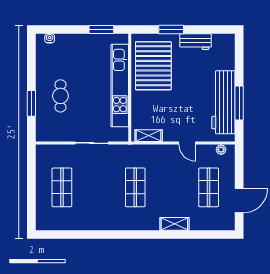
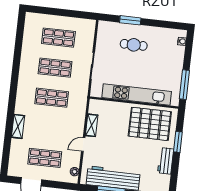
window: (101, 29) -> (184, 85), width x1.44
shelving: (149, 136) -> (92, 125), moved
shop shelf: (99, 187) -> (55, 68), added

